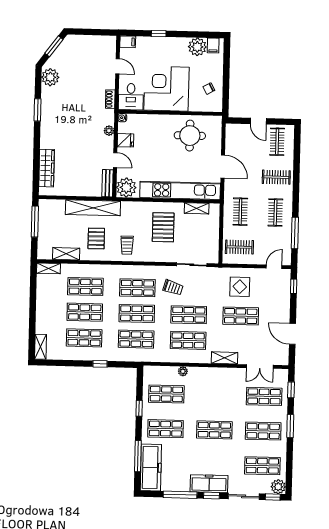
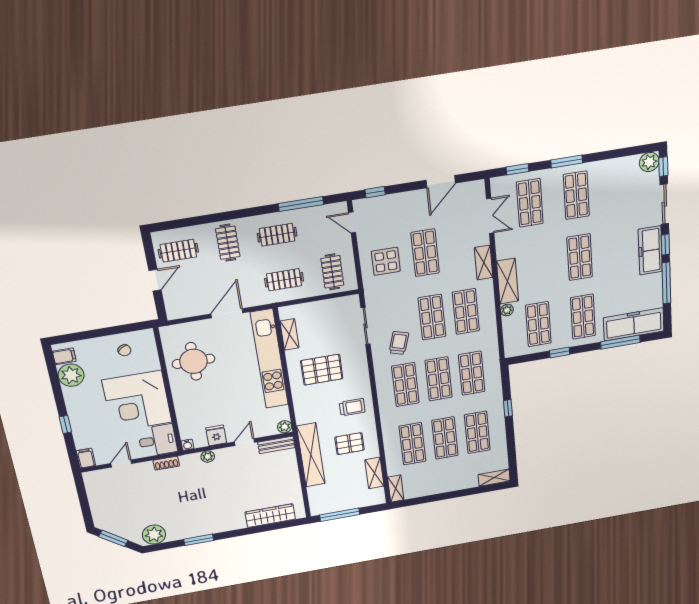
plant: (126, 187) -> (285, 427), width x0.53, depth x0.53
shelving: (206, 374) -> (508, 281), added
shop shelf: (262, 466) -> (623, 188), removed

